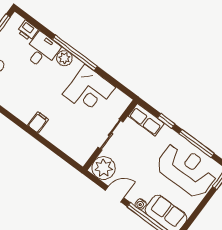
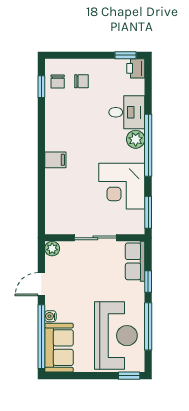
printer: (28, 31) -> (136, 68), moved
window: (120, 86) -> (148, 212), added
plant: (104, 168) -> (52, 249), width x0.53, depth x0.53
door: (115, 194) -> (41, 284), swing flipped

